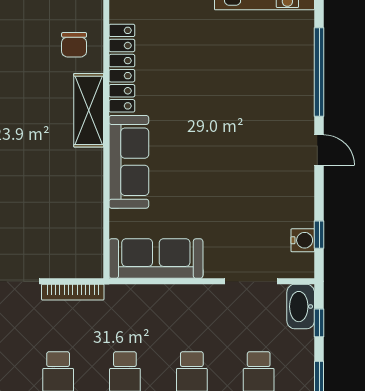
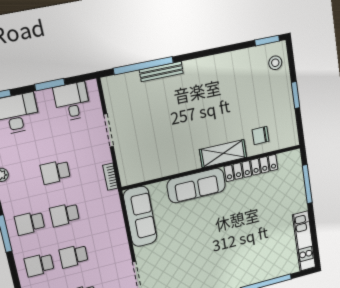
bookcase: (73, 292) -> (110, 177), width x0.64

